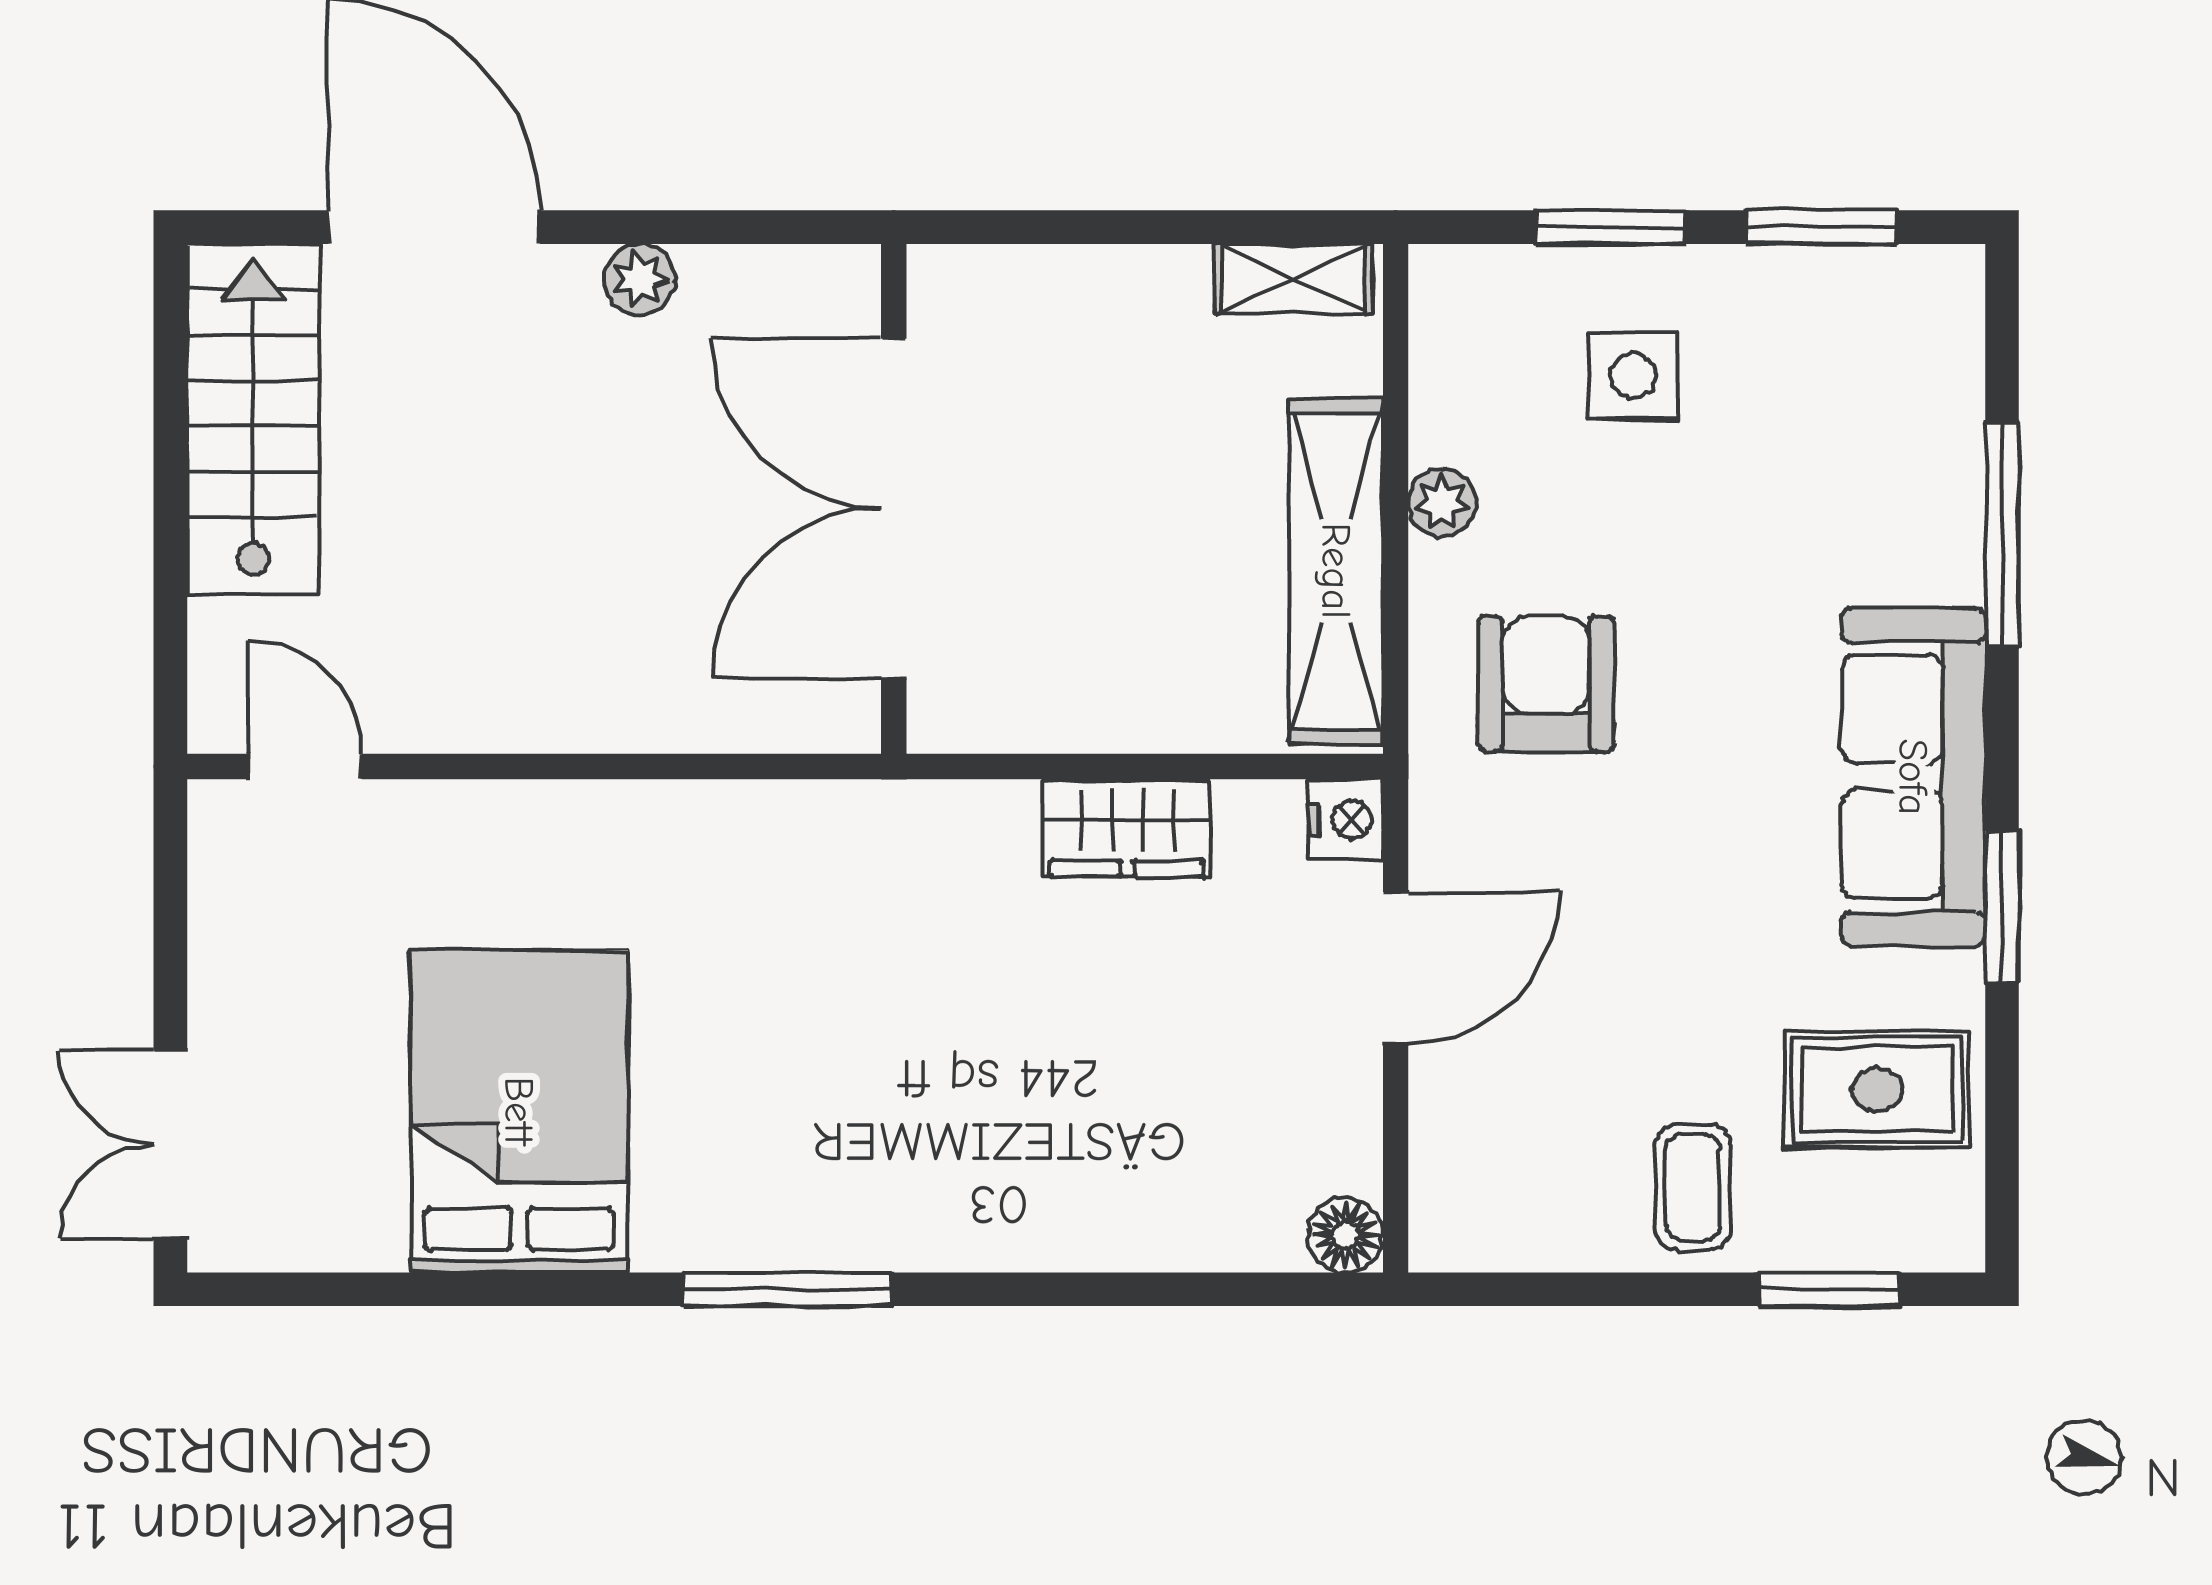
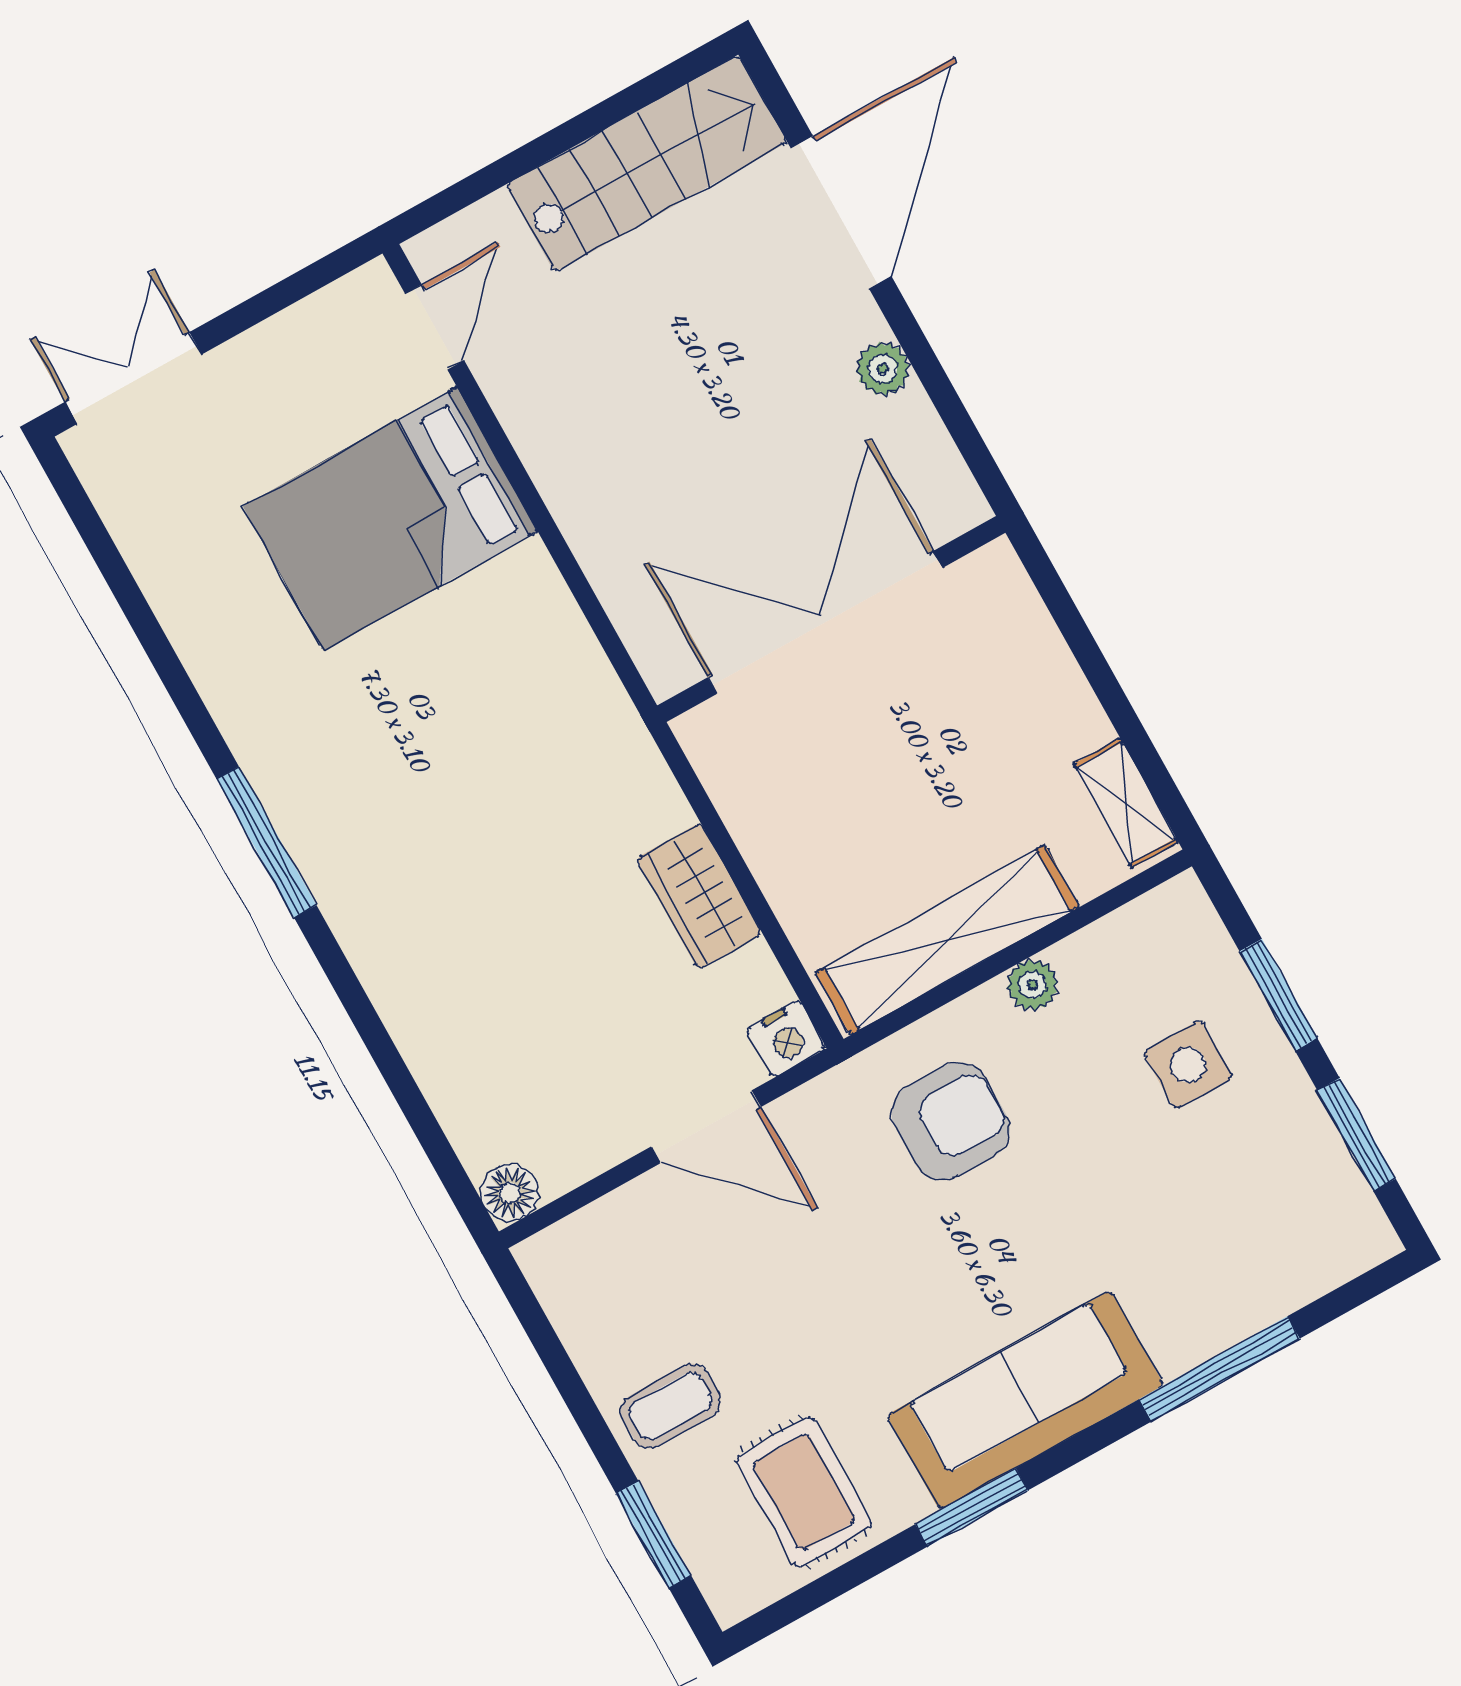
bed: (519, 1111) -> (390, 519), moved, turned 180

